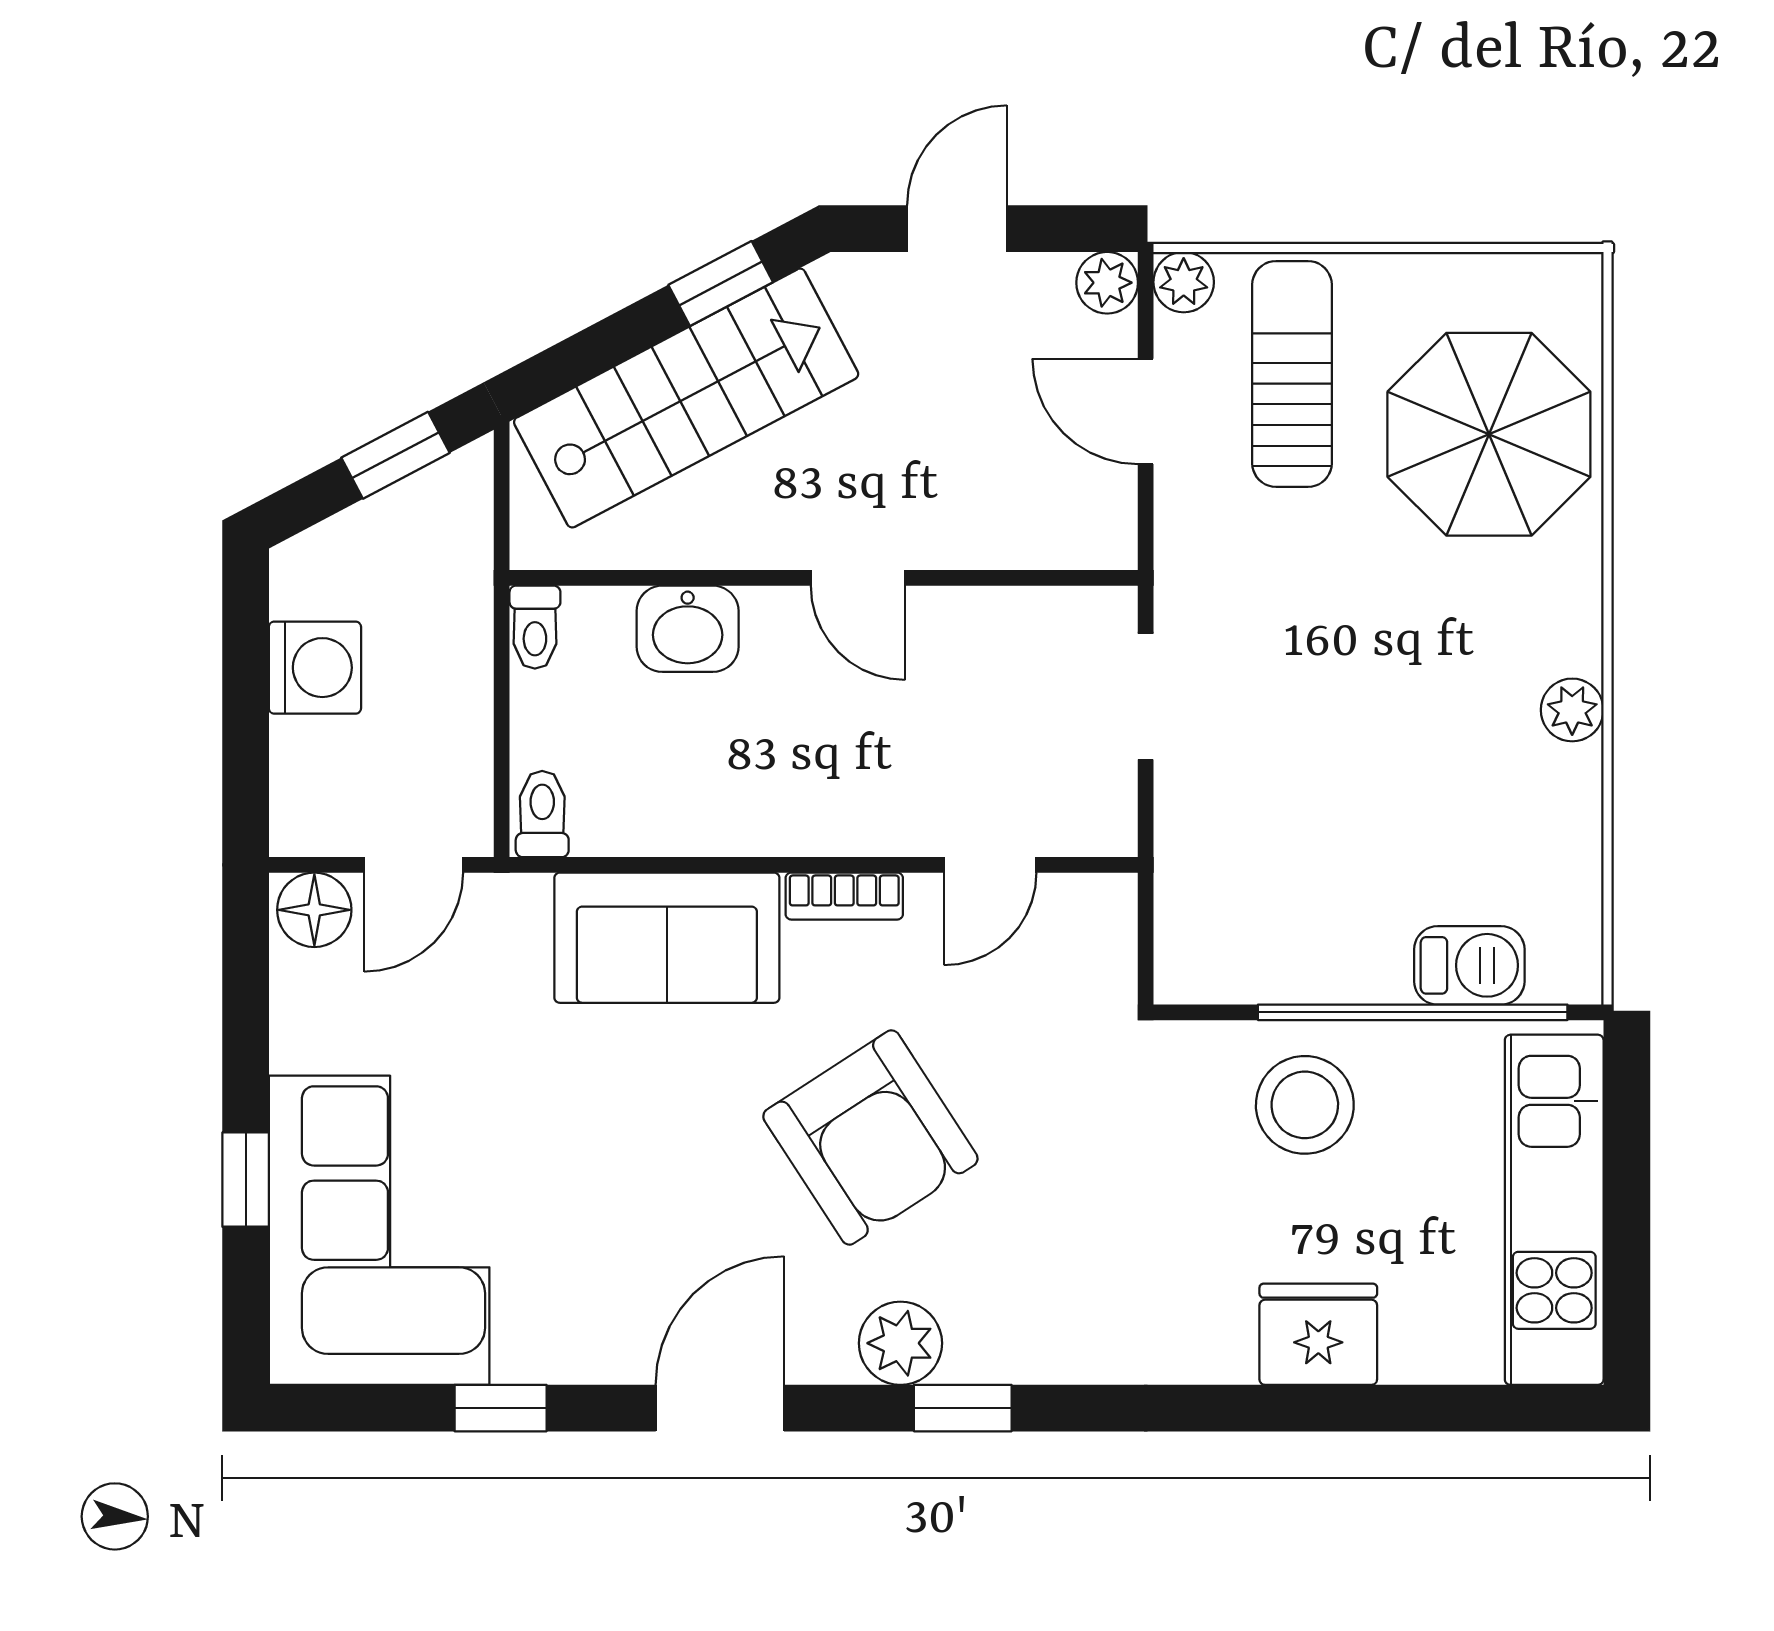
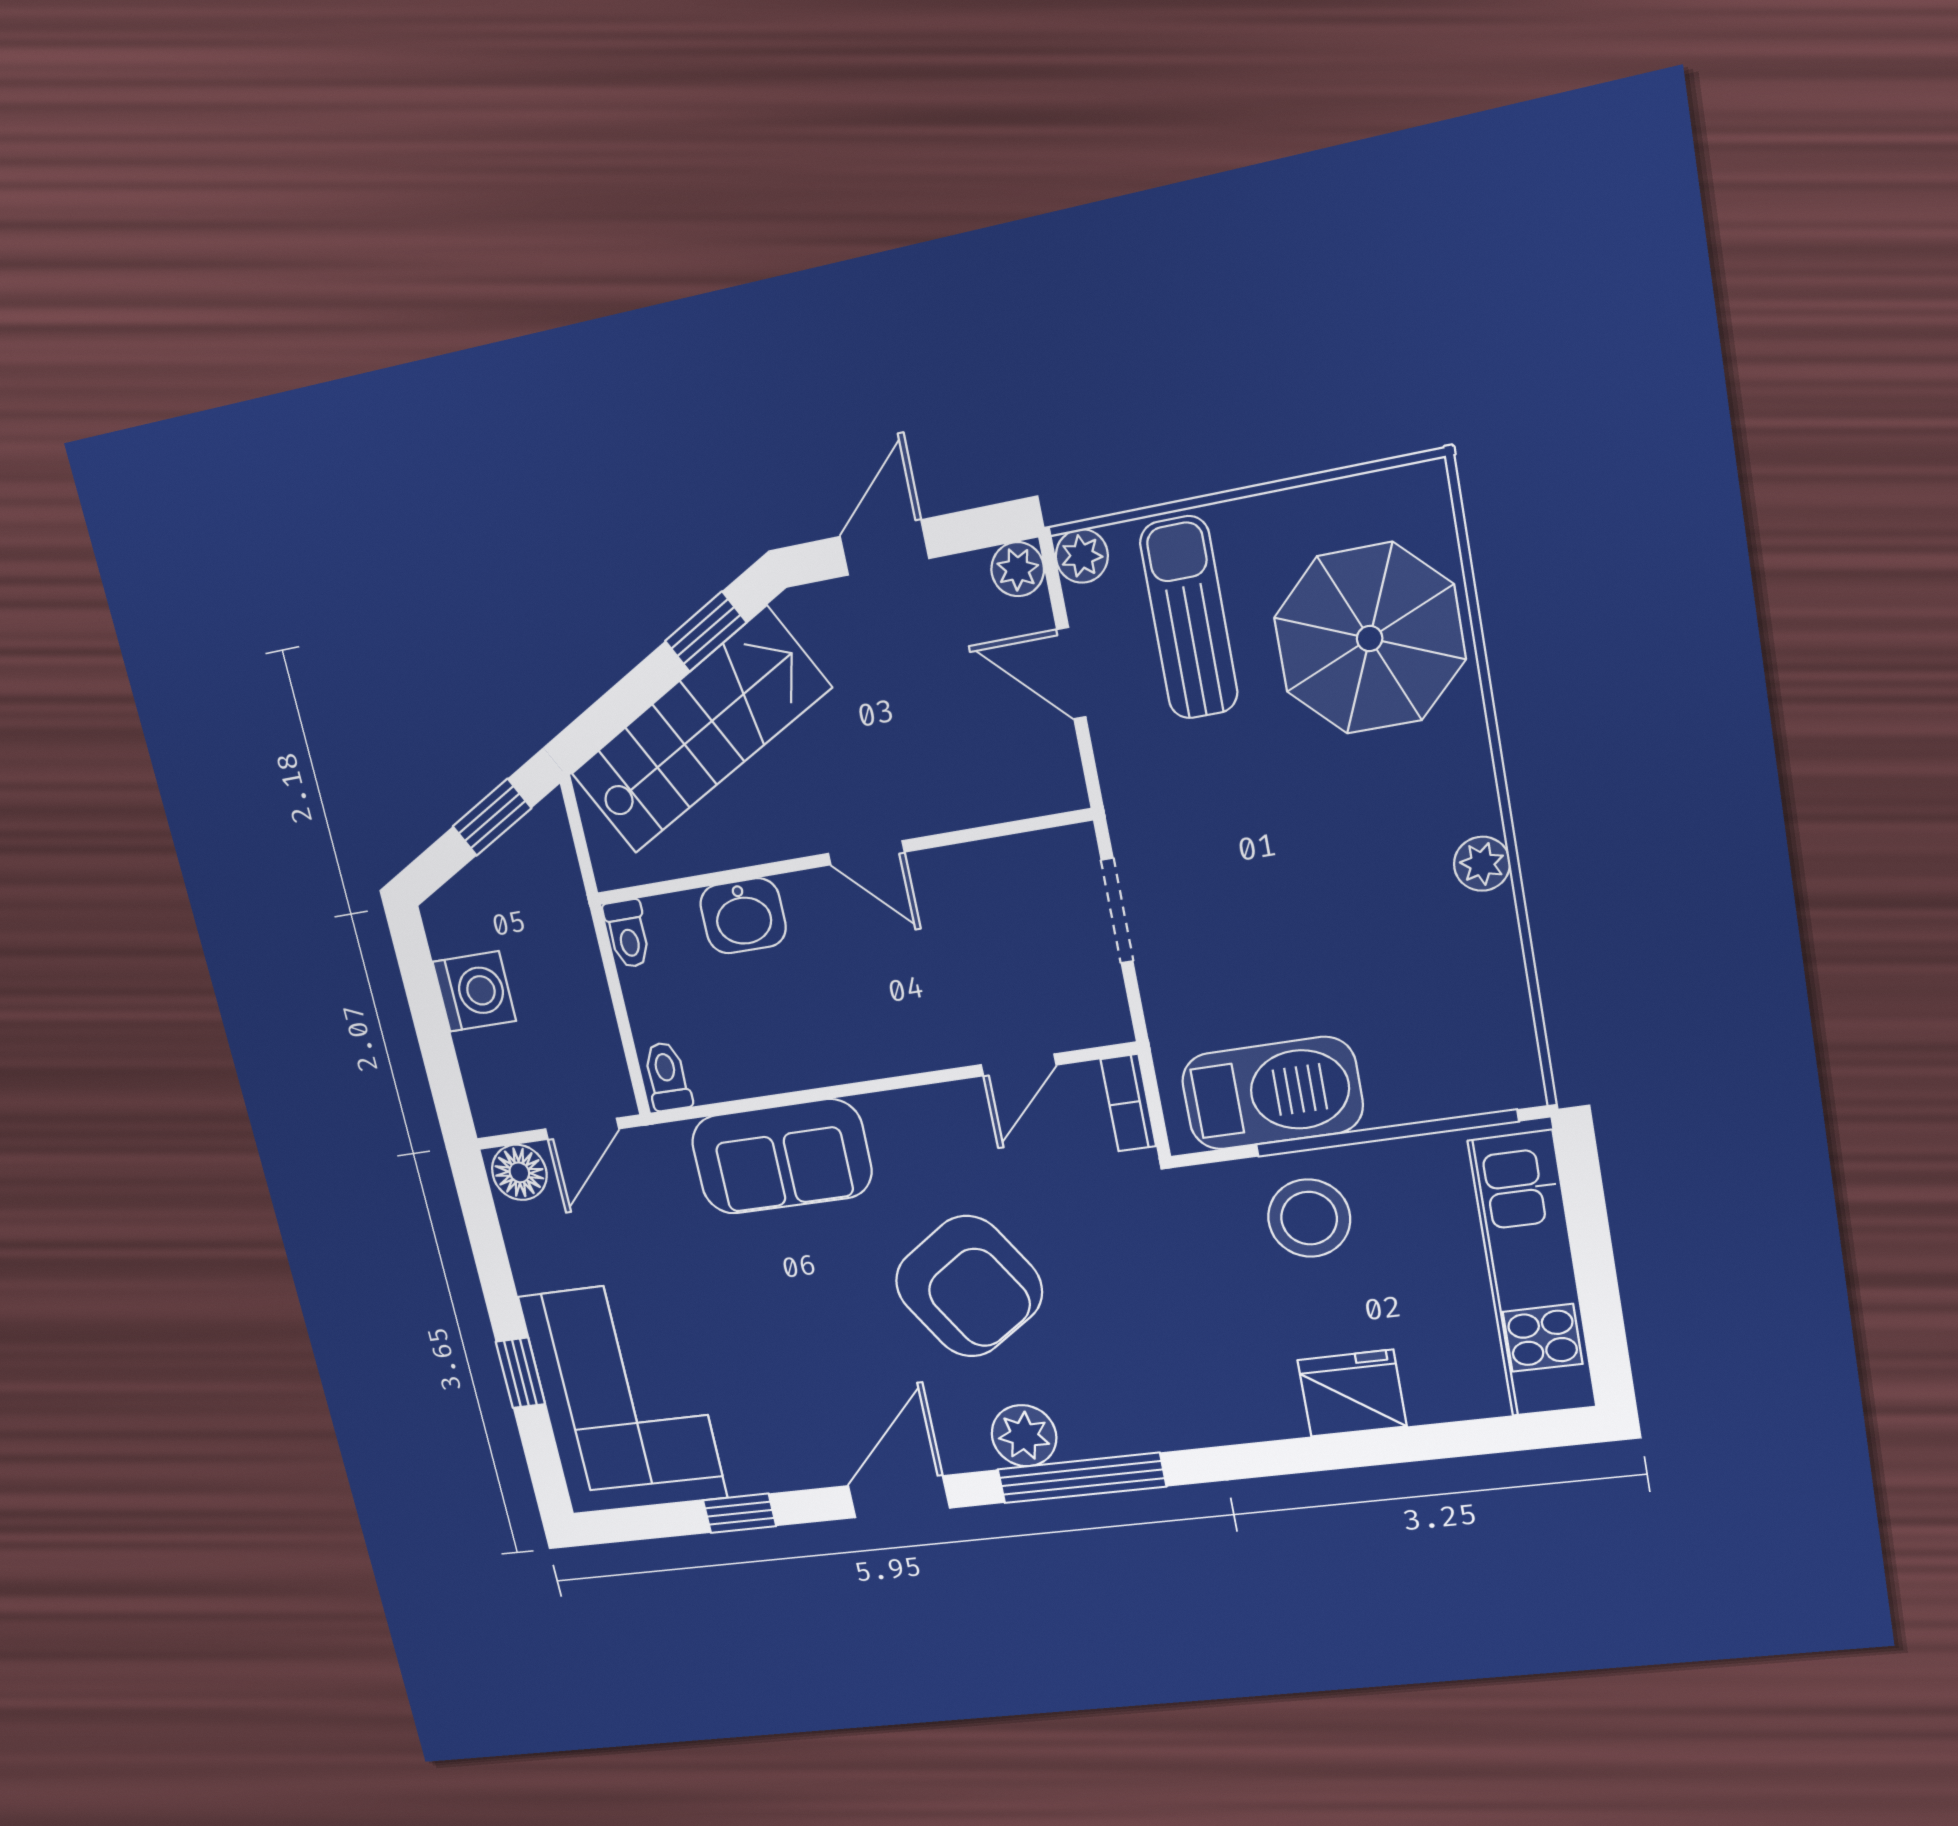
bookcase: (844, 896) -> (1128, 1103), moved, turned 90
barbecue: (1469, 965) -> (1272, 1093), moved, width x1.88, depth x1.53
window: (963, 1408) -> (1082, 1478), width x2.17

